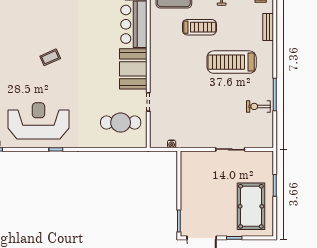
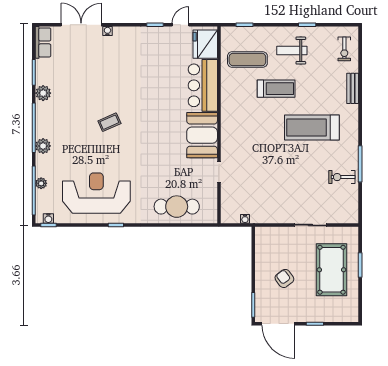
cafe table: (121, 123) -> (177, 207), moved
armchair: (207, 197) -> (284, 278), added
pool table: (251, 206) -> (331, 270), moved

